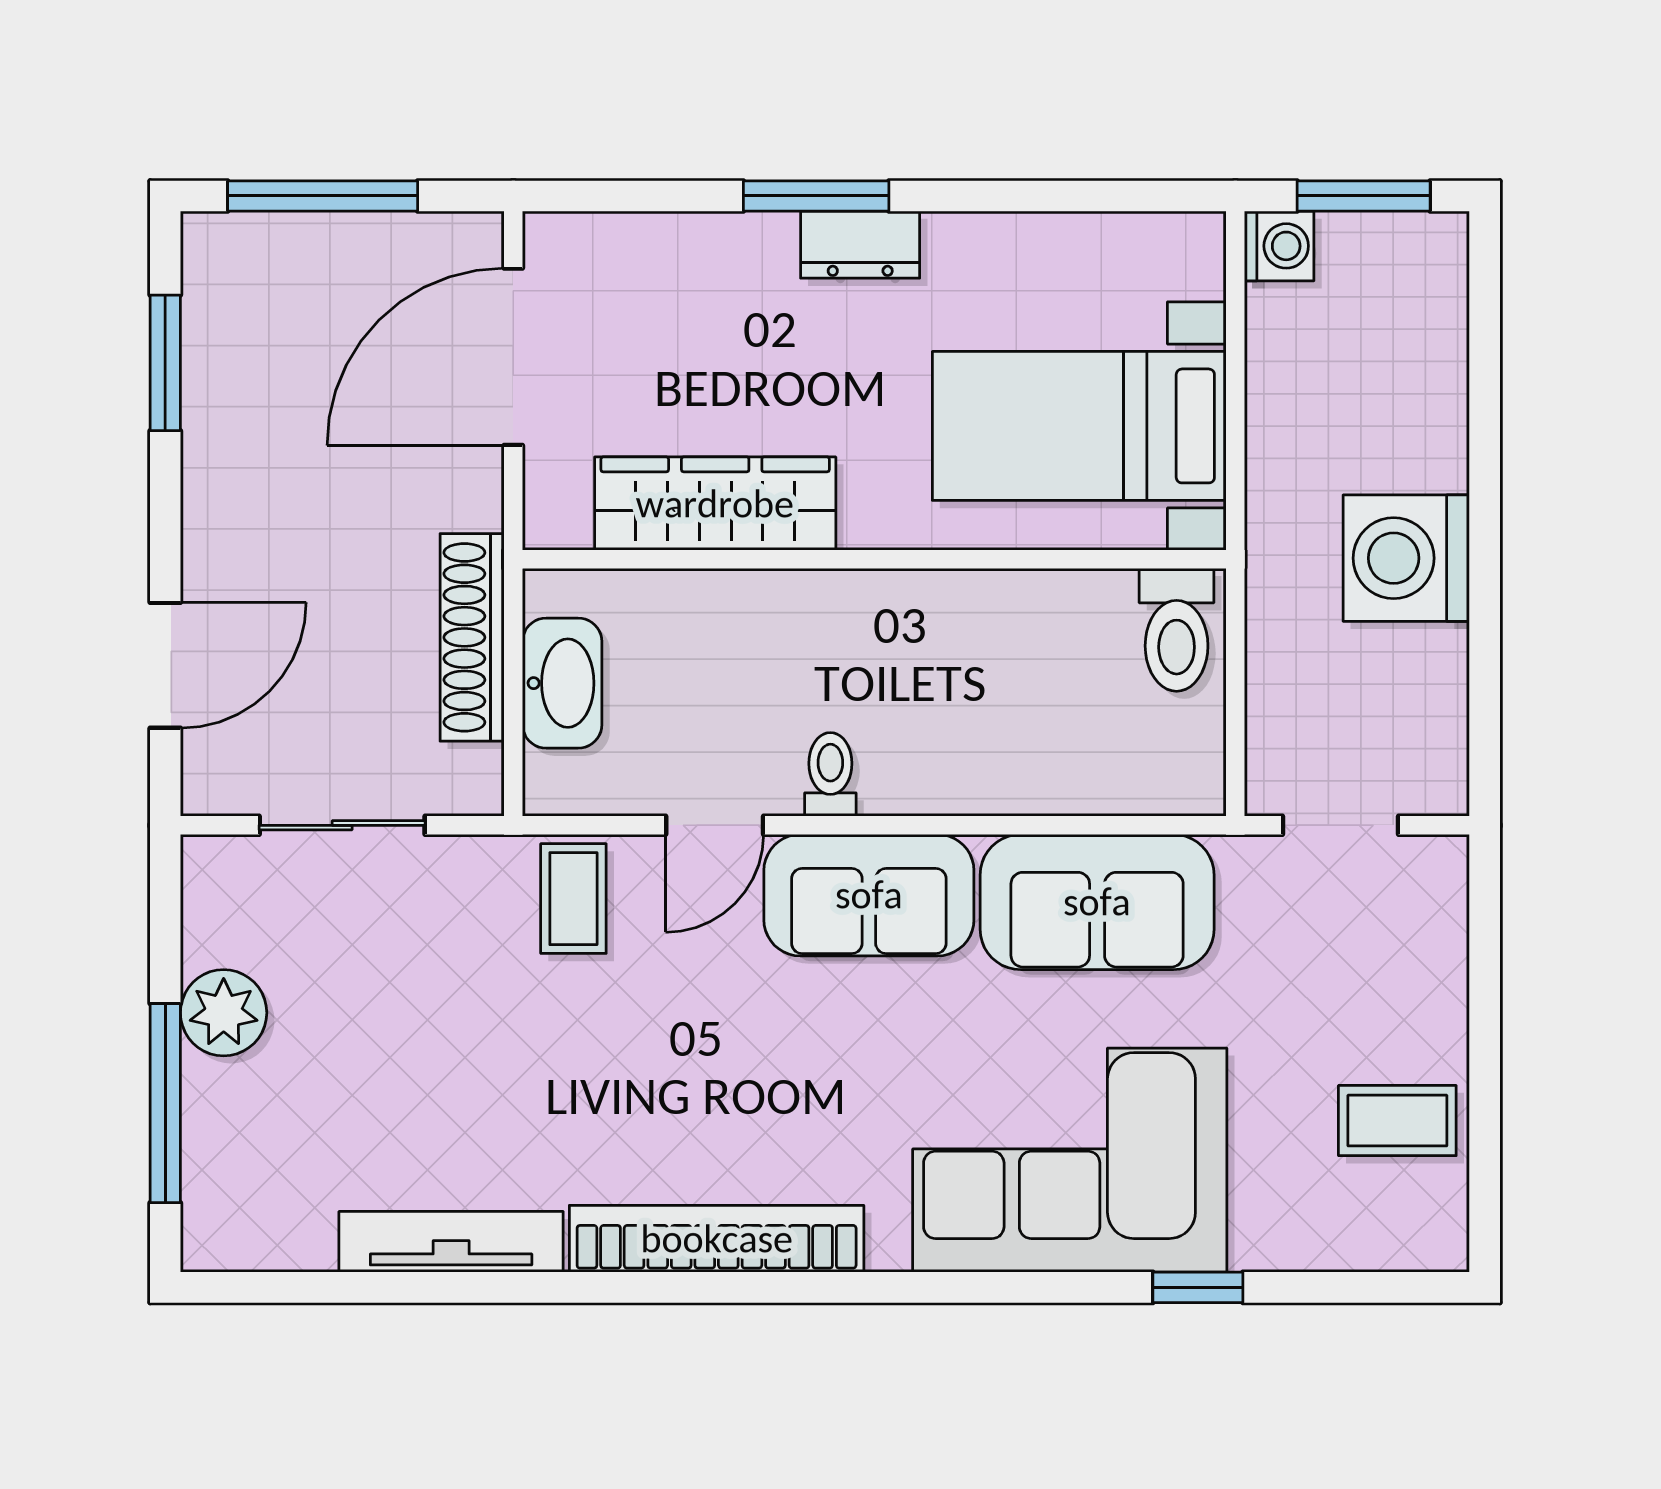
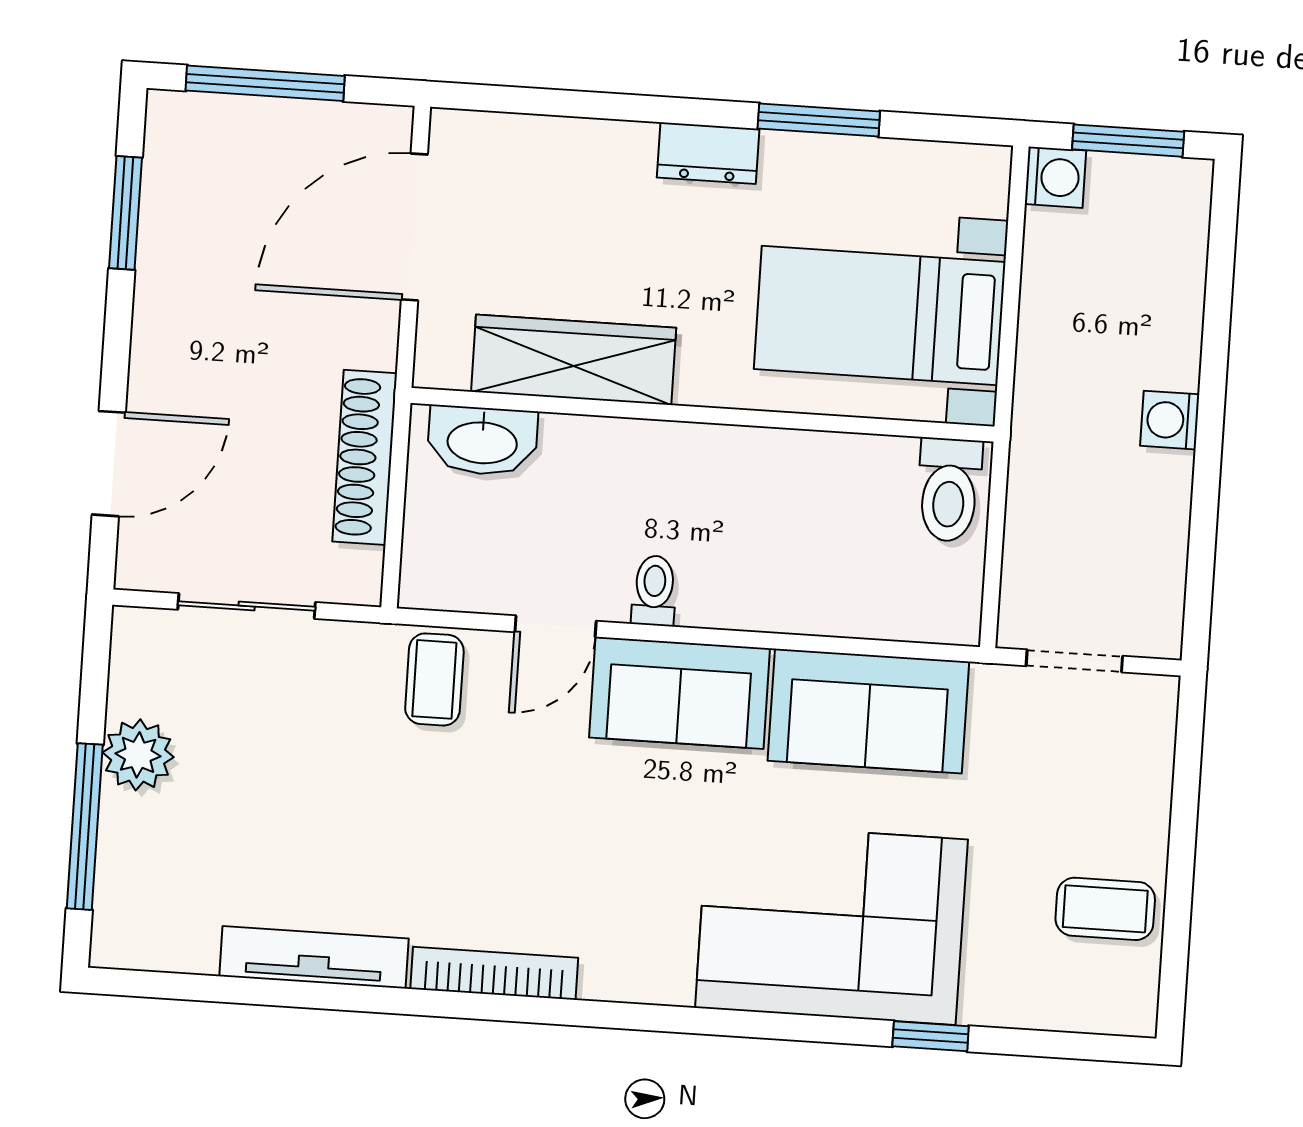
window: (816, 196) -> (819, 120), moved
washing machine: (1406, 558) -> (1170, 420), width x0.53, depth x0.53
washbasin: (562, 683) -> (482, 441), moved, turned 90
bookcase: (717, 1239) -> (494, 973), width x0.68, depth x0.76

